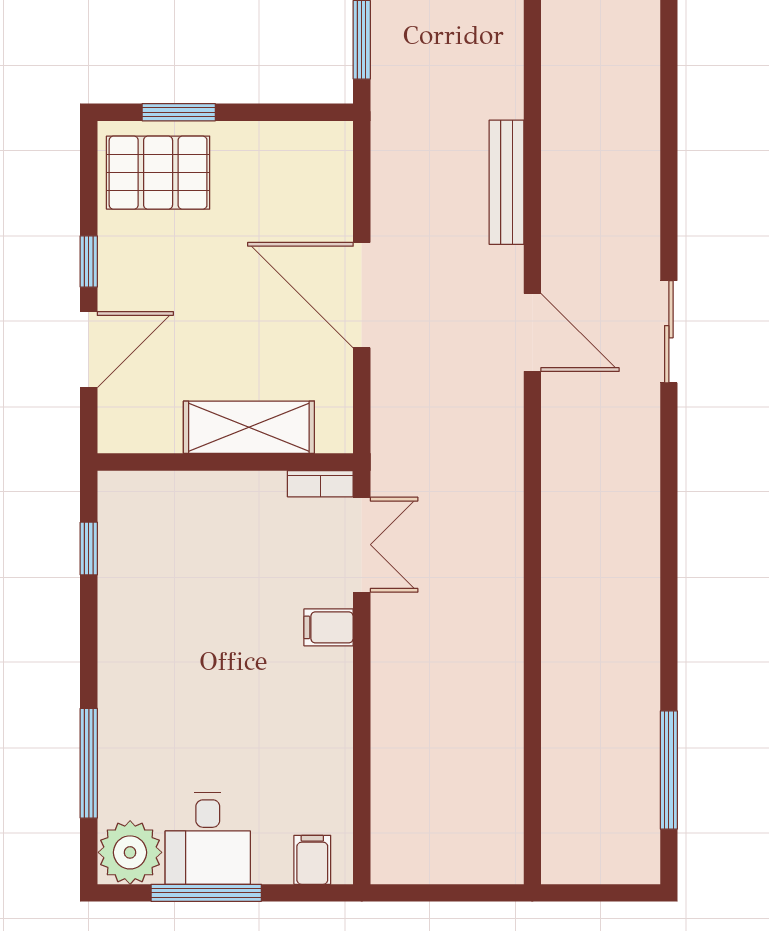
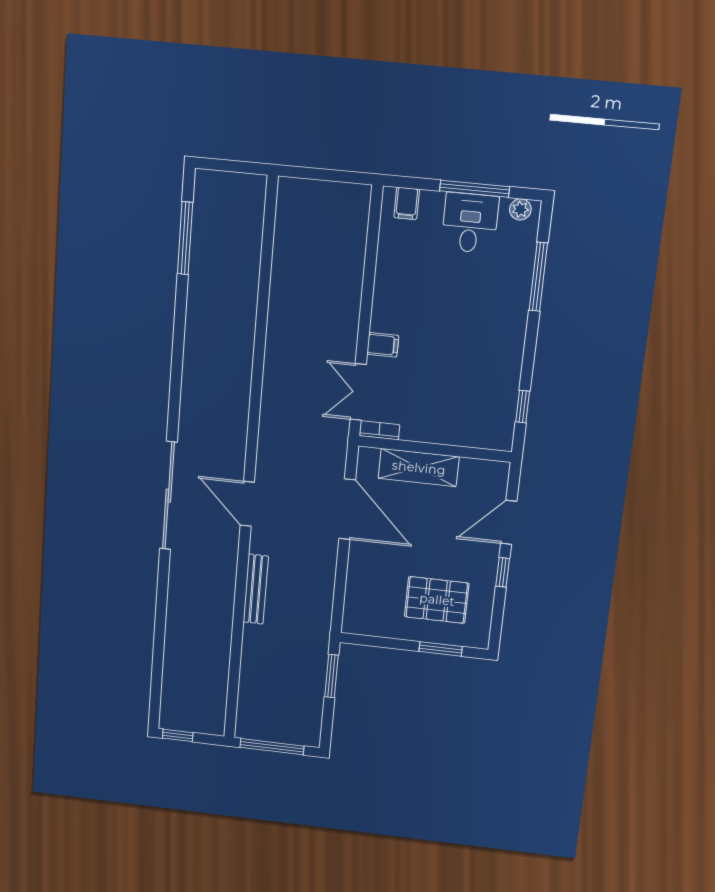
pallet: (158, 173) -> (437, 600), moved
door: (362, 295) -> (347, 509), moved
sliding door: (669, 332) -> (168, 496), width x1.86
plant: (130, 852) -> (520, 209), width x0.53, depth x0.53

